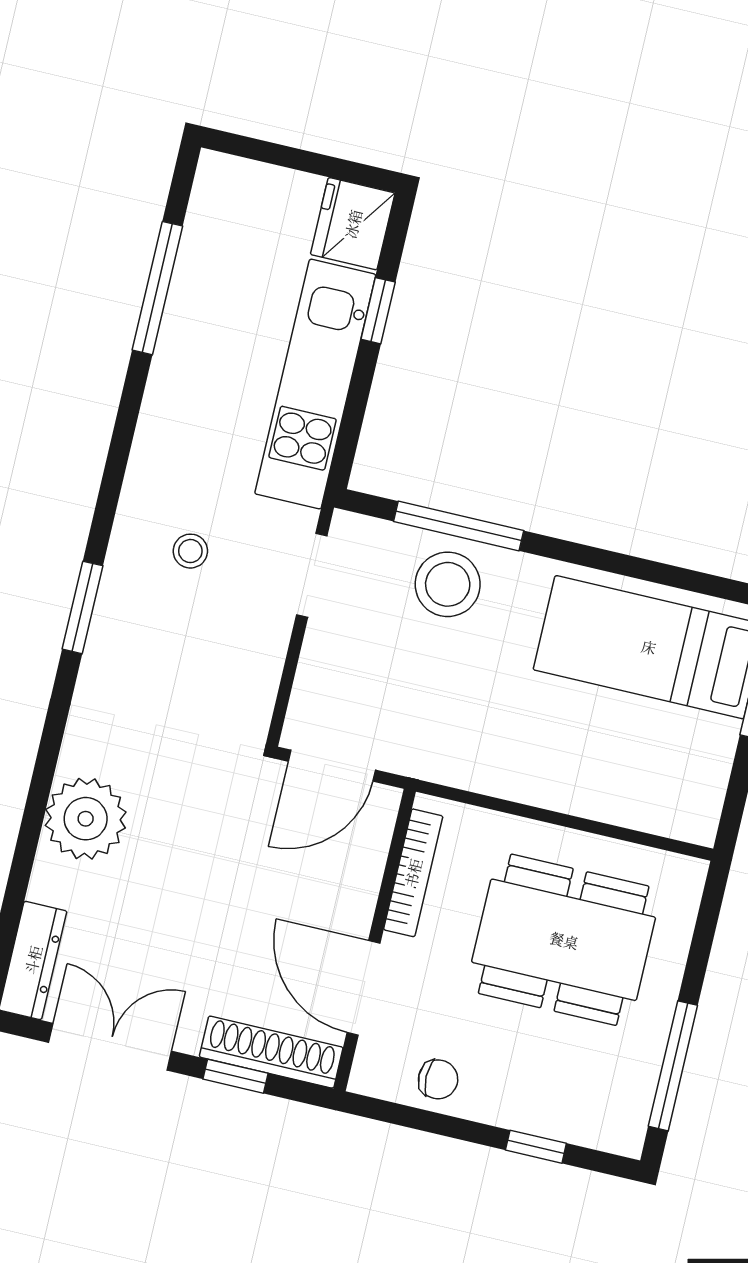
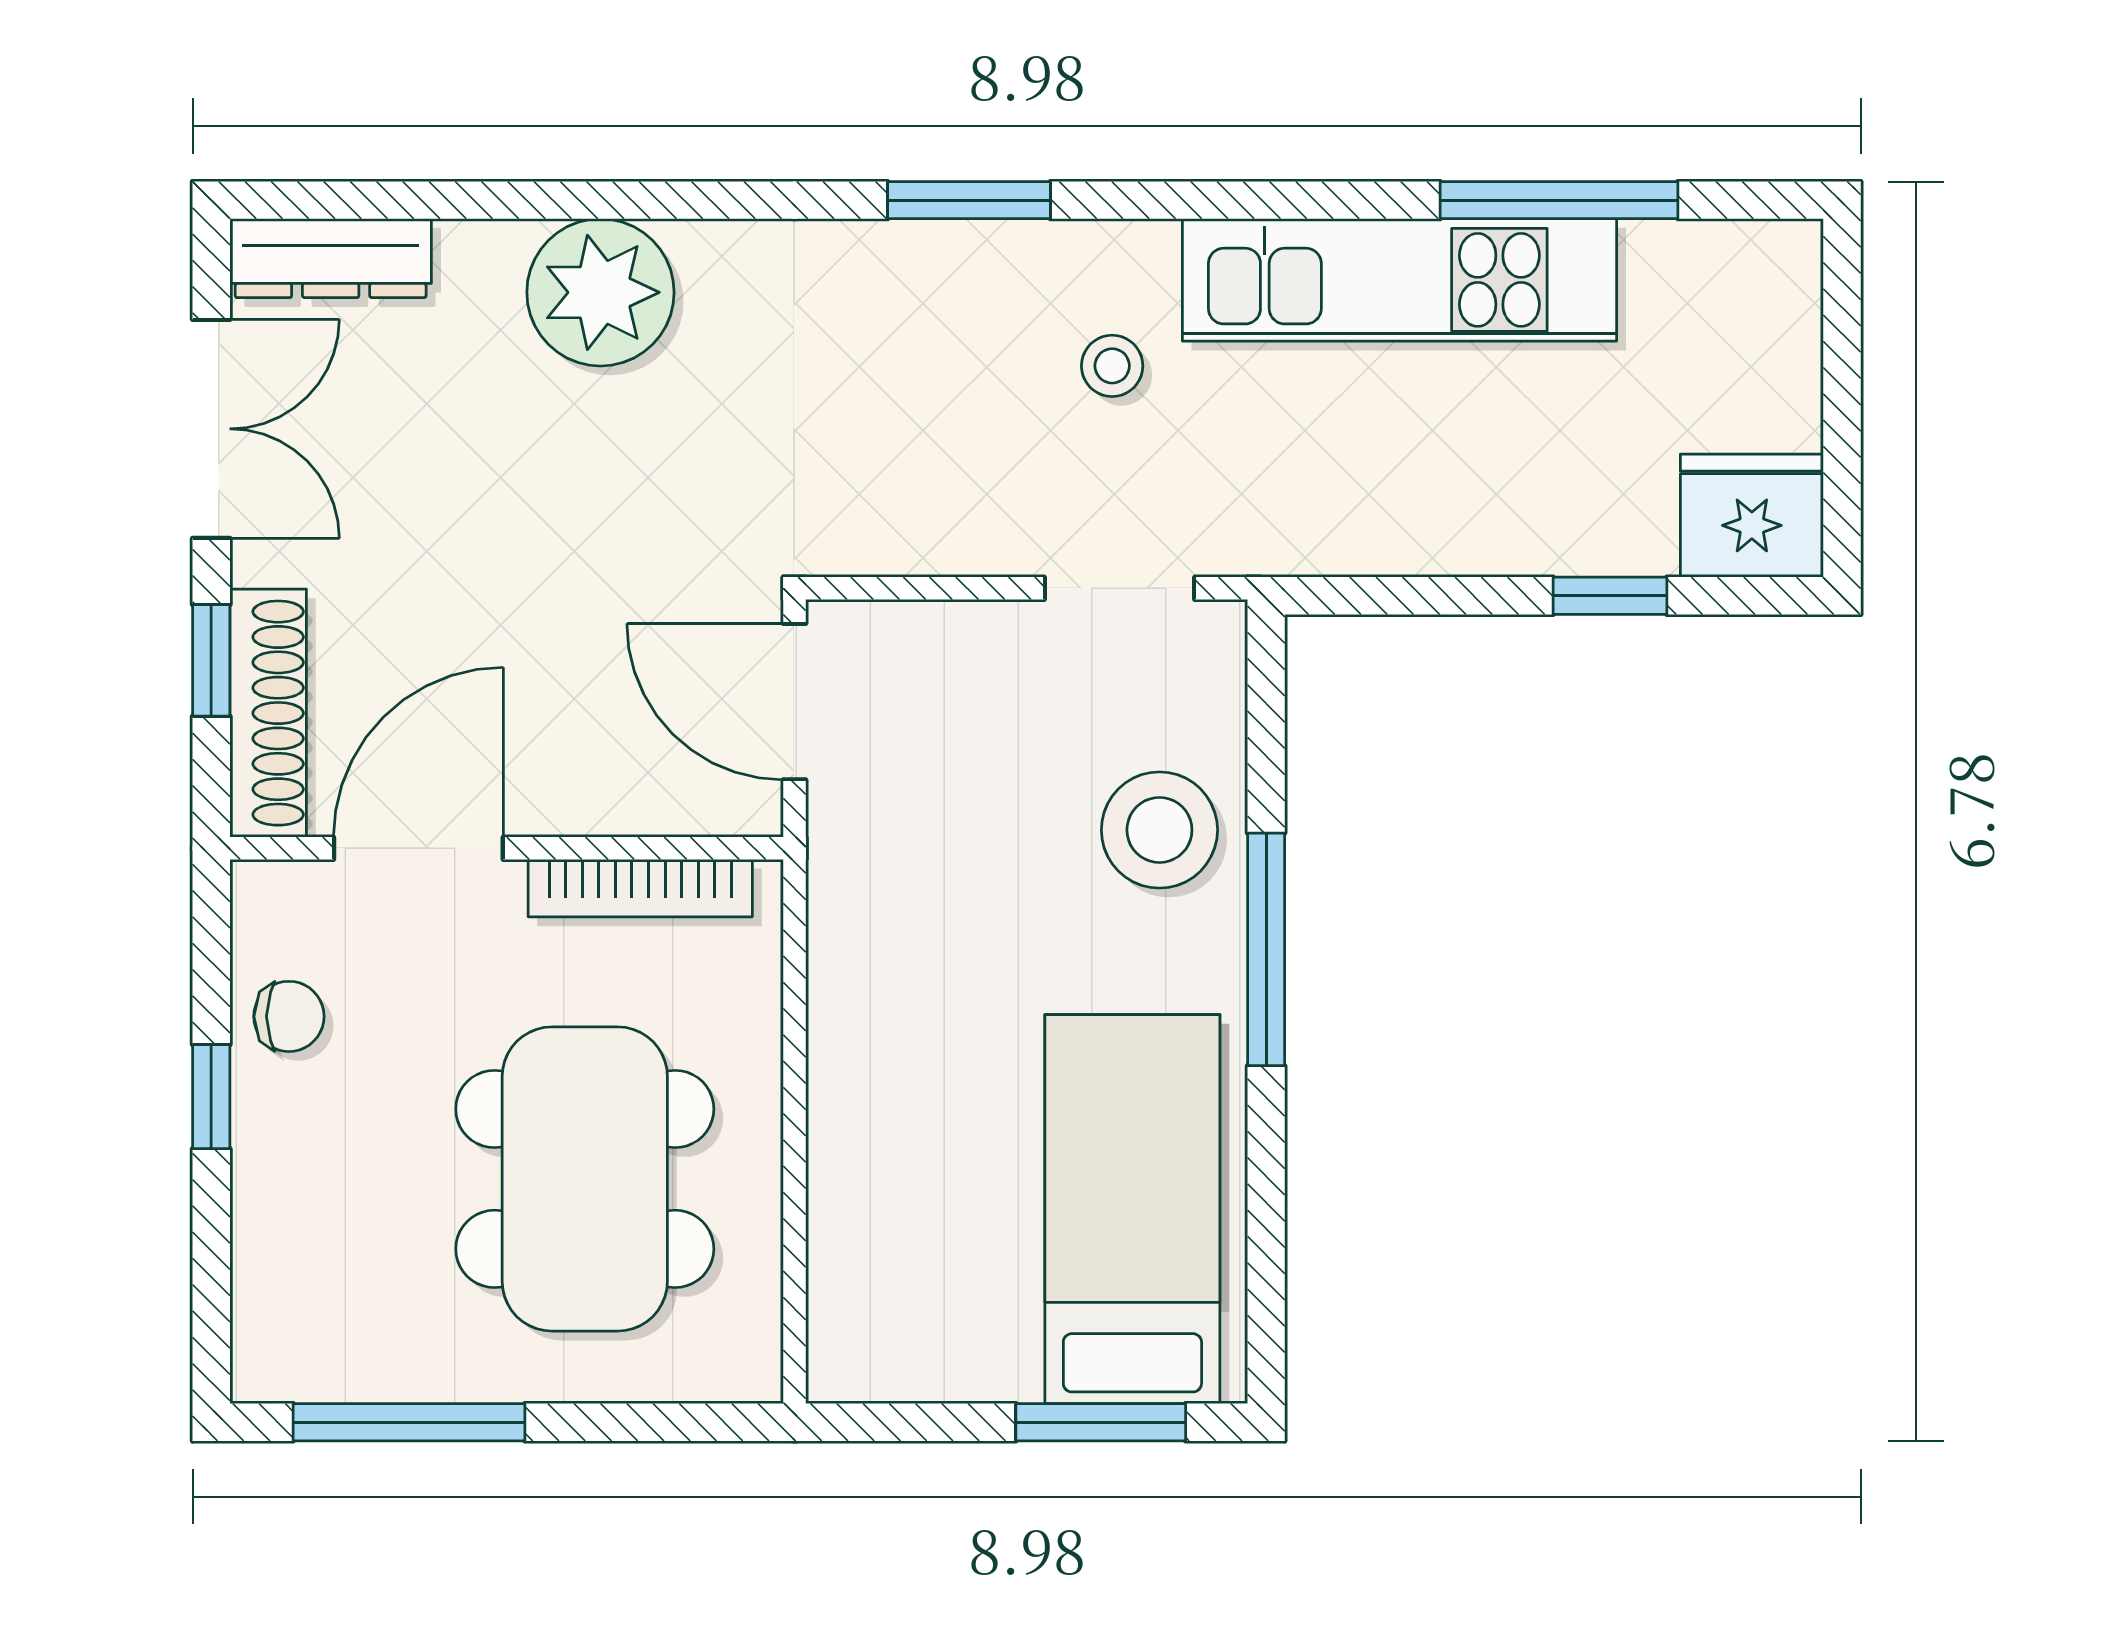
kitchen unit: (315, 384) -> (1399, 280), moved, turned 180
window: (459, 526) -> (1266, 949), moved
chair: (438, 1079) -> (289, 1016), turned -90
window: (536, 1147) -> (211, 1097), moved

